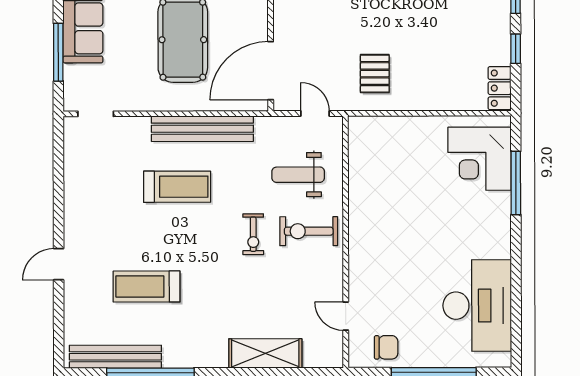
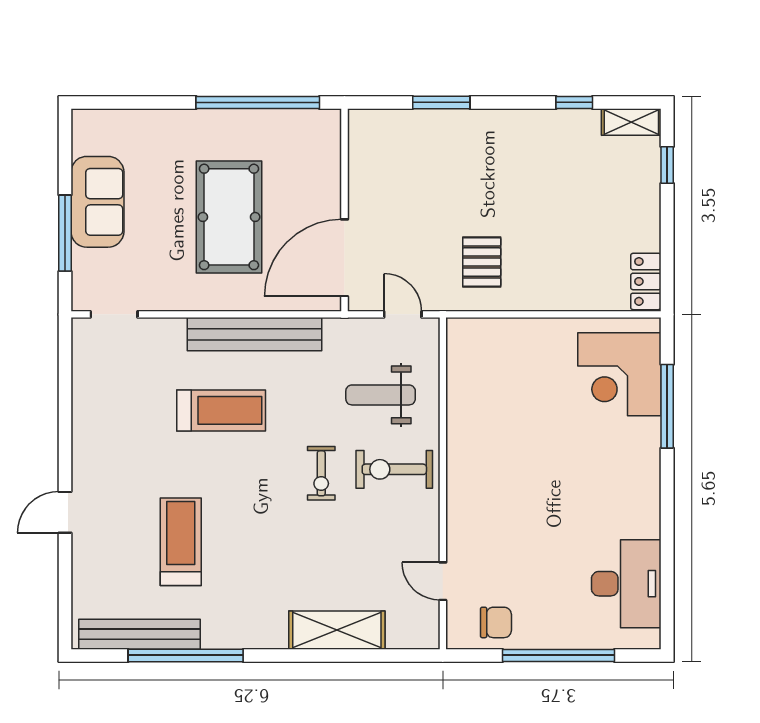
window: (516, 49) -> (667, 230), removed
treadmill: (147, 286) -> (181, 542), turned 90
desk: (477, 306) -> (626, 584), width x0.73, depth x0.77

